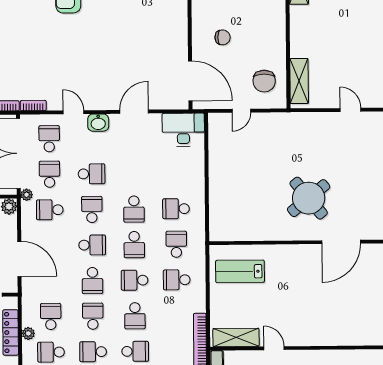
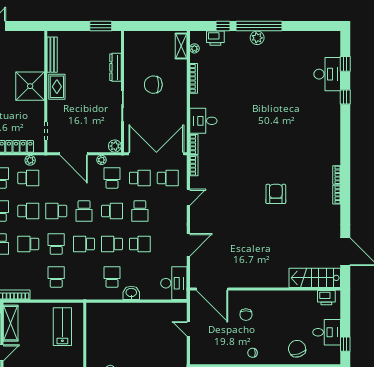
door: (190, 81) -> (212, 289), hinge flipped
chair: (264, 81) -> (252, 353), moved, width x0.54, depth x0.54
door: (134, 112) -> (188, 245), hinge flipped
washbasin: (98, 123) -> (131, 293), moved, turned 90
plant: (27, 195) -> (101, 160), moved
school desk: (176, 244) -> (140, 244), moved
door: (19, 259) -> (74, 154), hinge flipped
plant: (28, 333) -> (30, 160), moved

